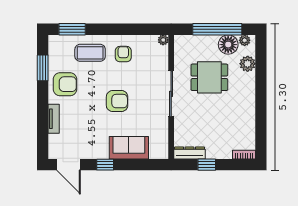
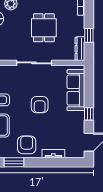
dining table: (209, 77) -> (44, 28), moved
armchair: (117, 101) -> (40, 105), turned 180
sofa: (129, 148) -> (76, 90), width x1.36

